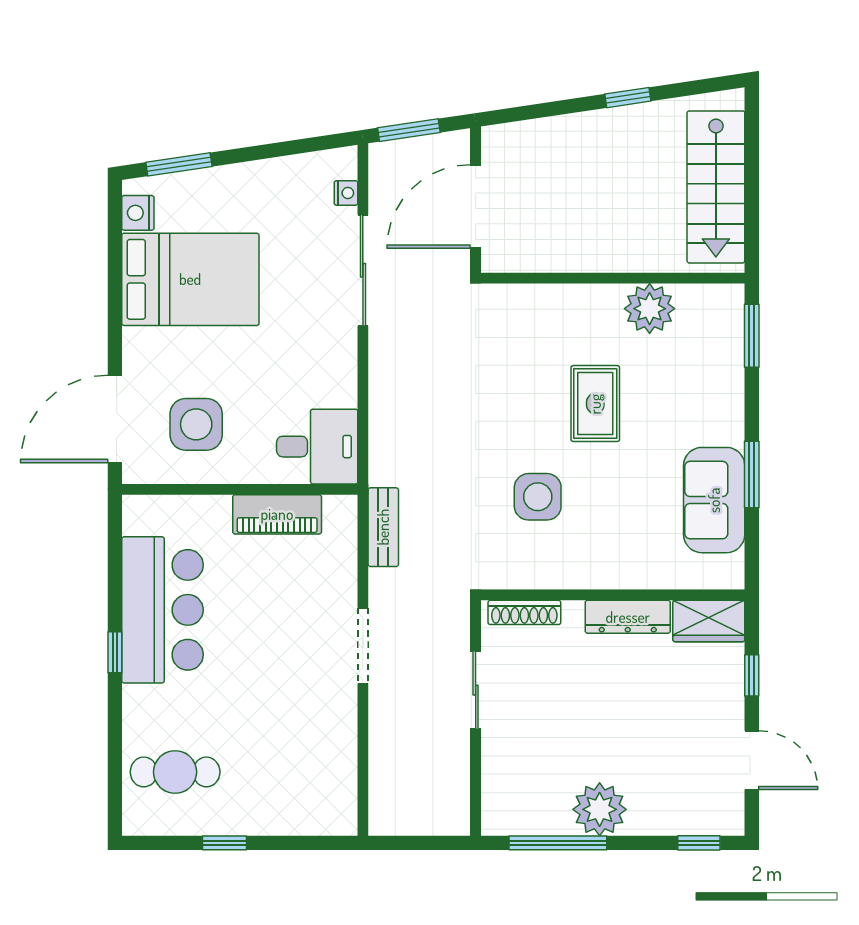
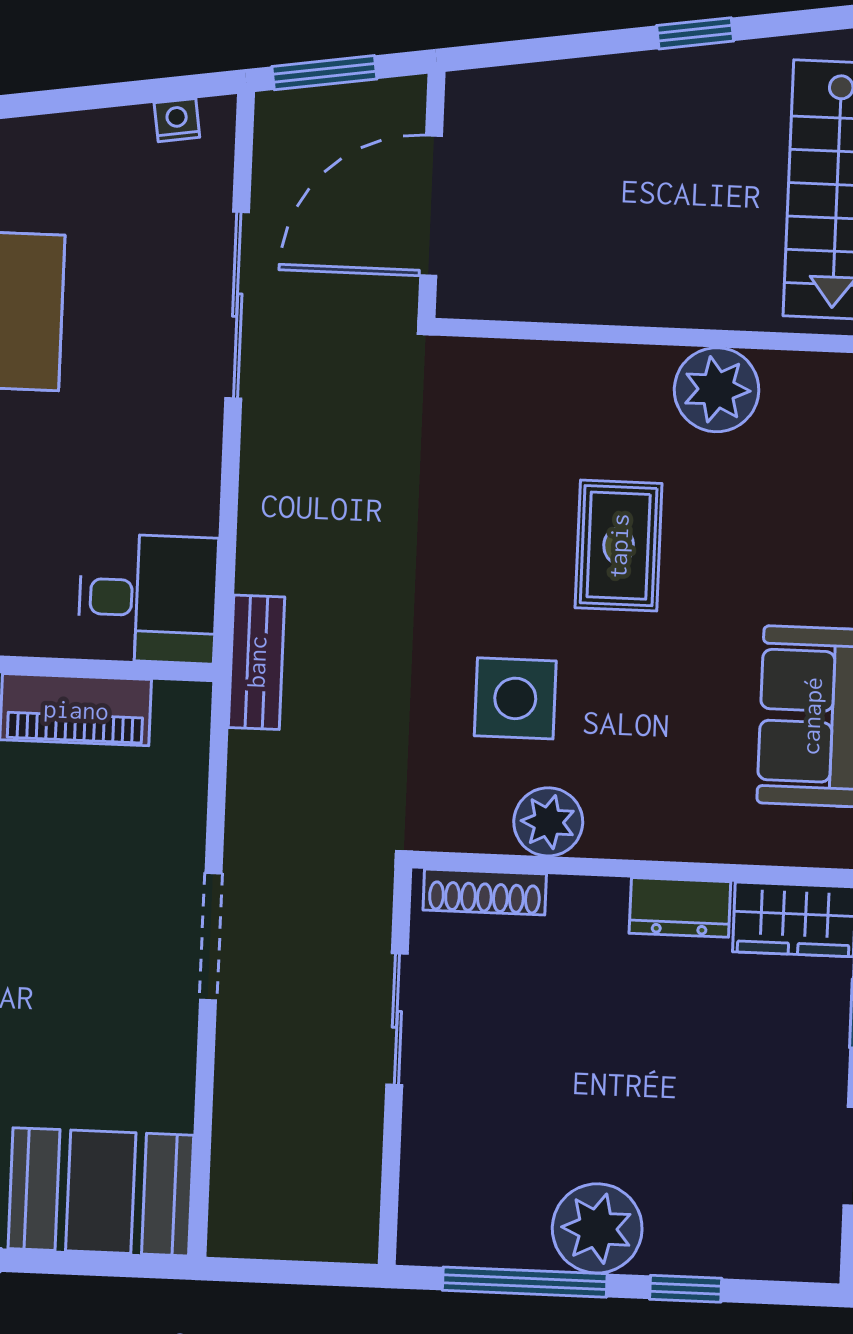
nightstand: (346, 193) -> (177, 120), moved, turned -98
bench: (383, 527) -> (257, 662), moved
plant: (560, 569) -> (548, 822), added
dresser: (628, 617) -> (680, 907), width x0.70
booth: (304, 800) -> (101, 1192), added
window: (699, 843) -> (686, 1289), moved

